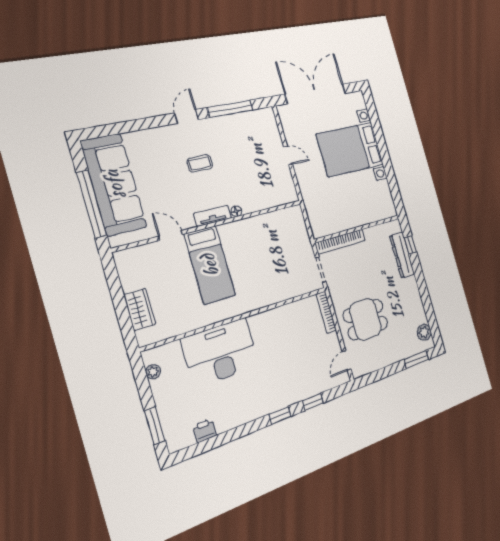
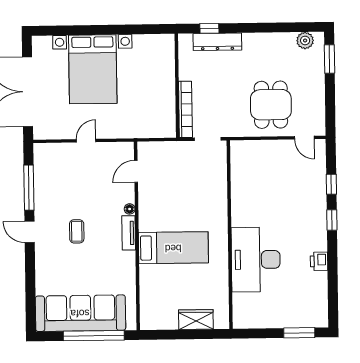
door: (170, 235) -> (136, 171), moved
bookcase: (326, 312) -> (251, 145), removed
plant: (153, 372) -> (253, 322), removed
printer: (205, 431) -> (319, 261), moved

